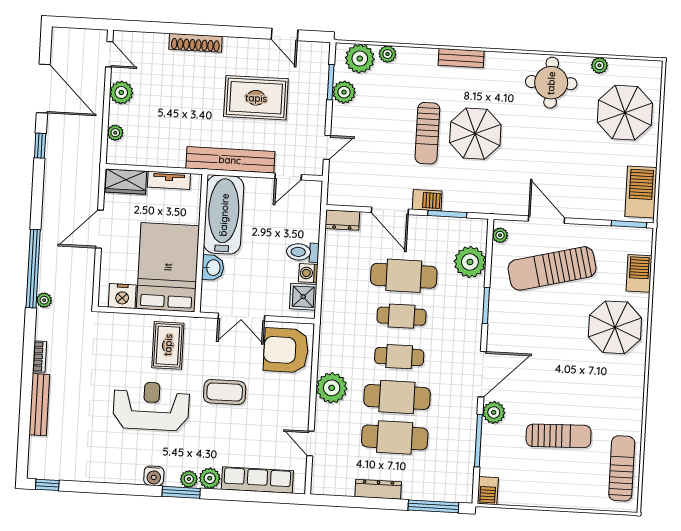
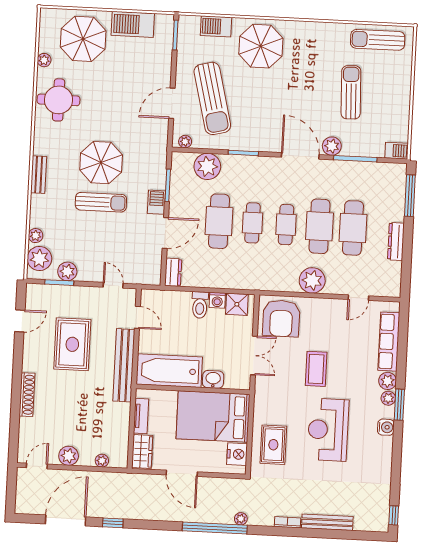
barbecue: (641, 192) -> (133, 24), moved
rug: (168, 345) -> (273, 445), moved, turned 90

